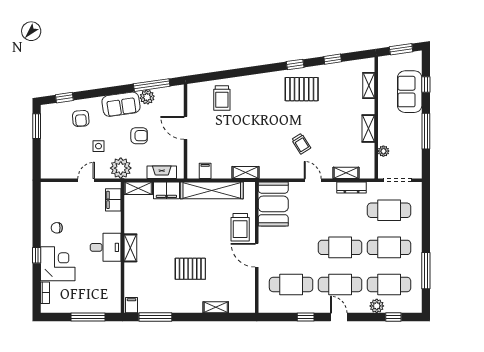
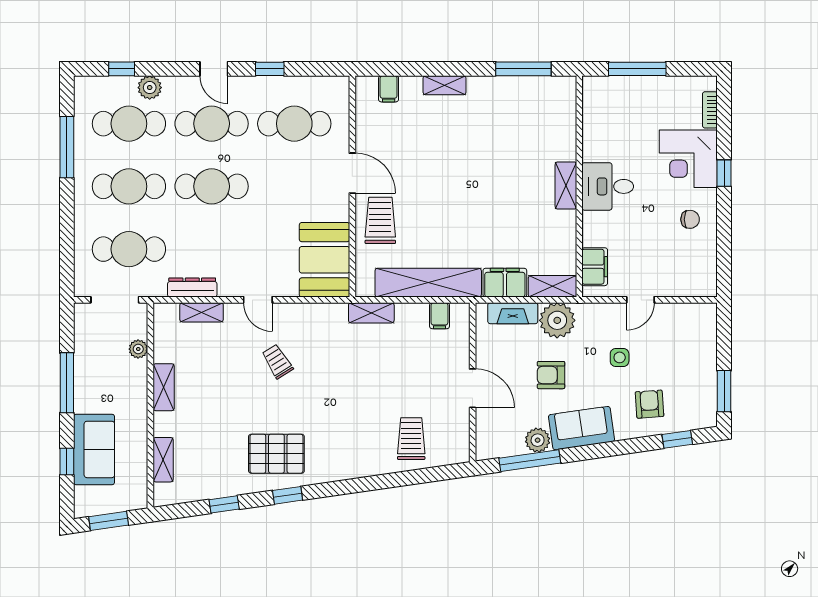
plant: (121, 168) -> (557, 320), moved
pallet: (190, 269) -> (465, 150), removed
filing cabinet: (132, 305) -> (389, 89), moved
shelving: (216, 307) -> (445, 85), moved

